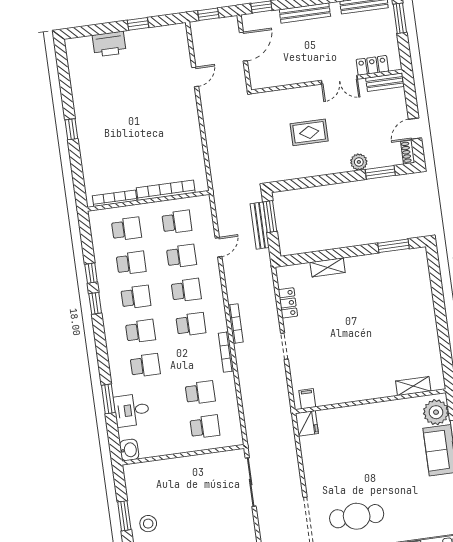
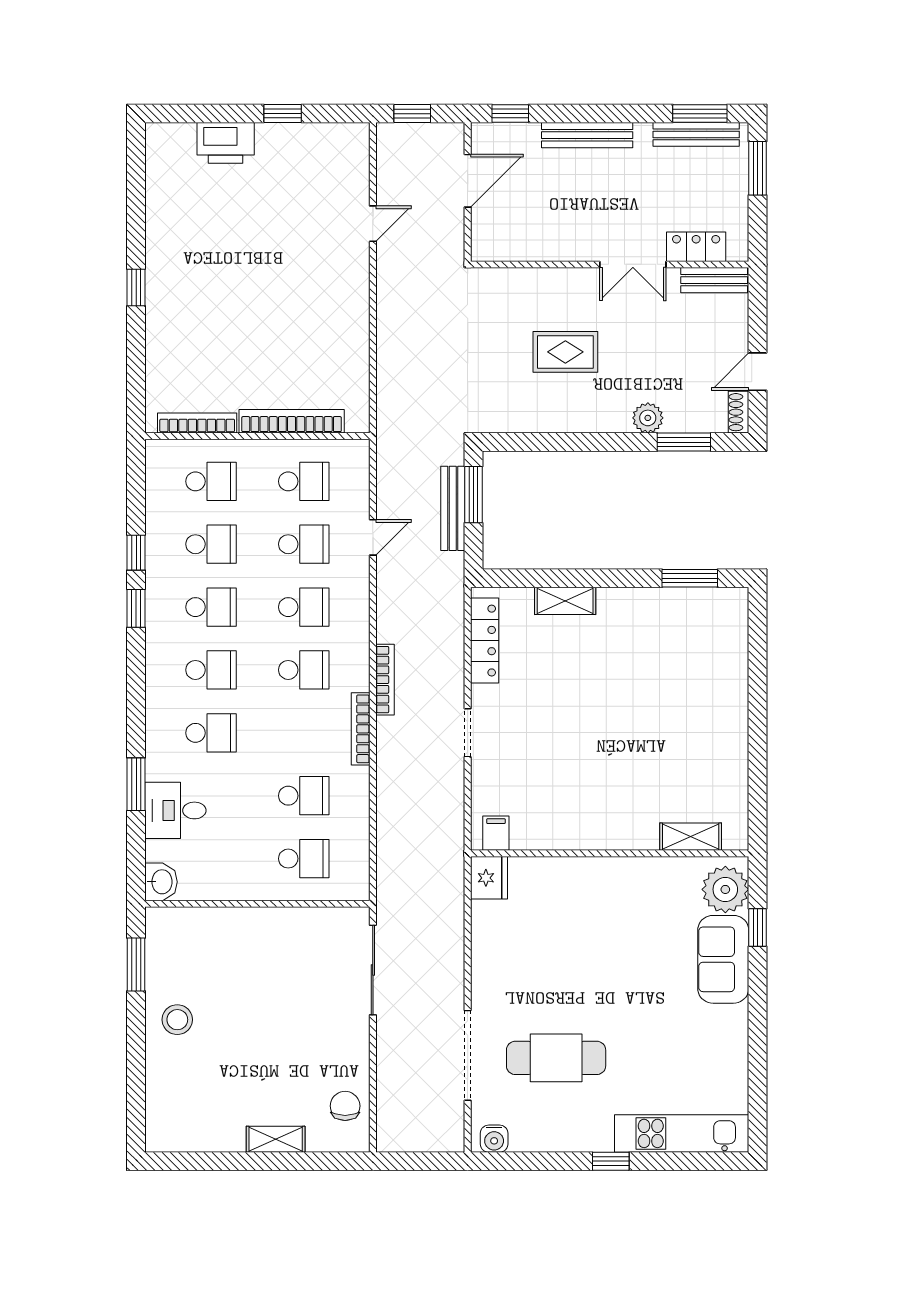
locker: (288, 303) -> (485, 641), width x1.53
window: (124, 516) -> (136, 965), moved

